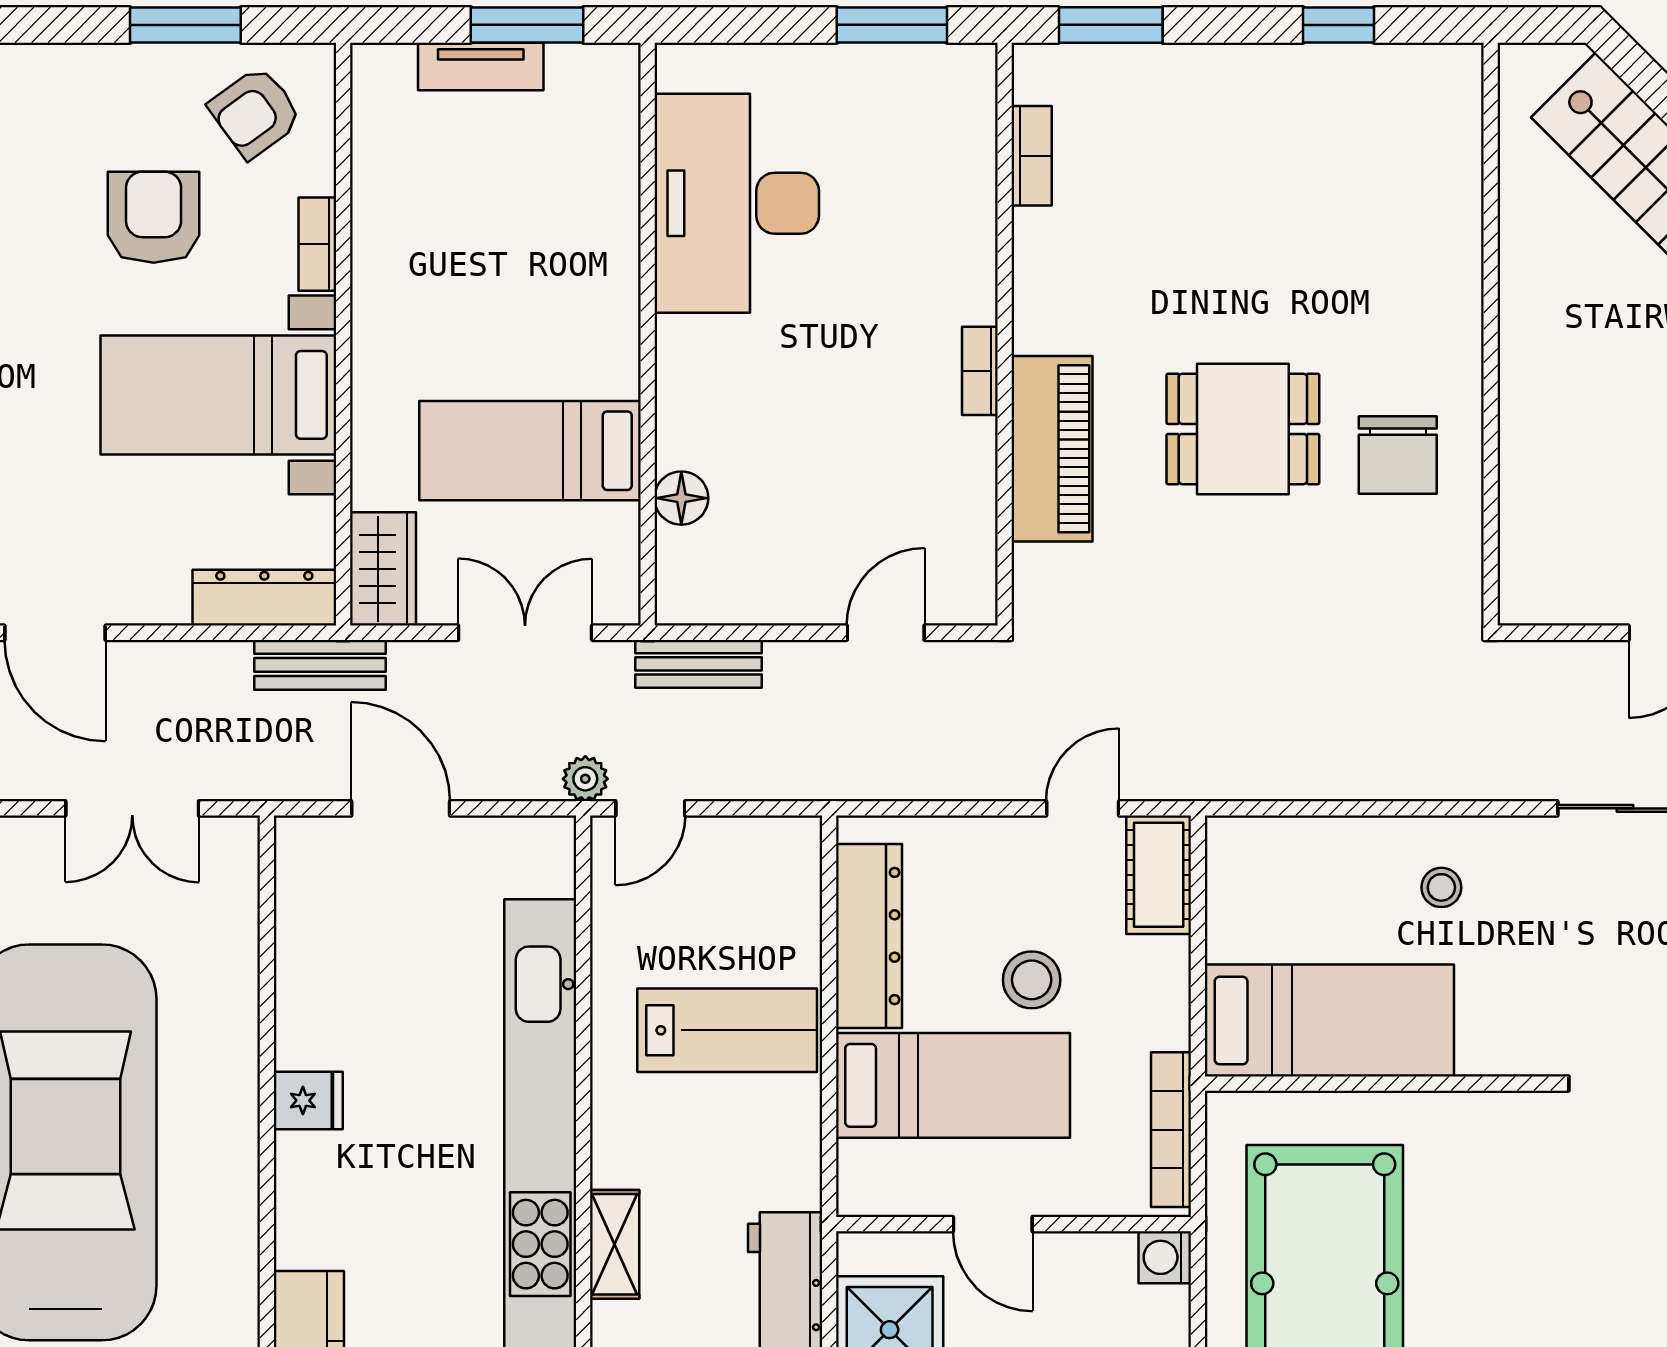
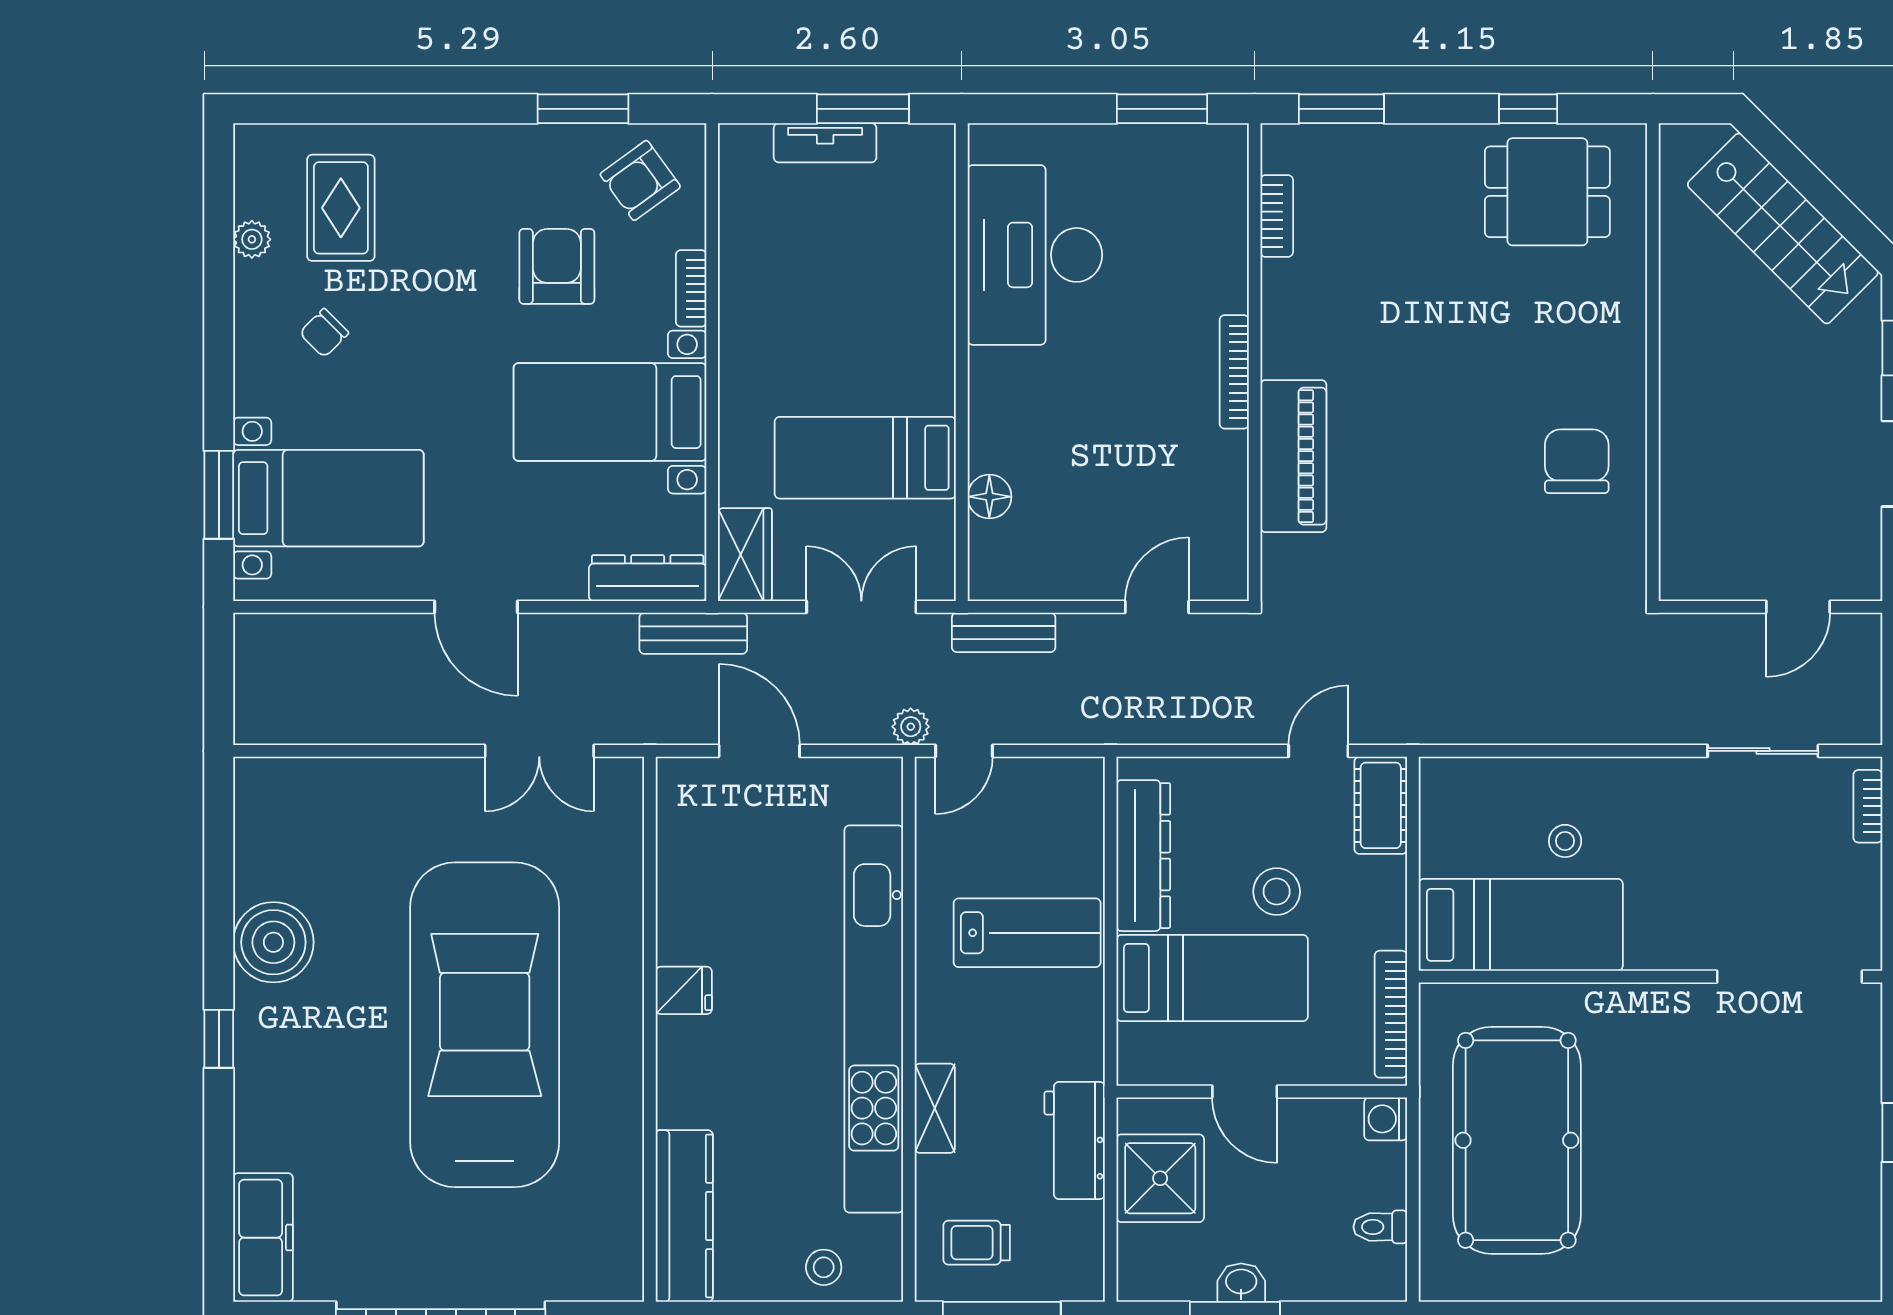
bookcase: (980, 371) -> (1234, 372), width x1.56
dining table: (1243, 429) -> (1547, 192), moved
chair: (1398, 455) -> (1577, 461), turned 180
stool: (1441, 887) -> (1565, 841), moved

